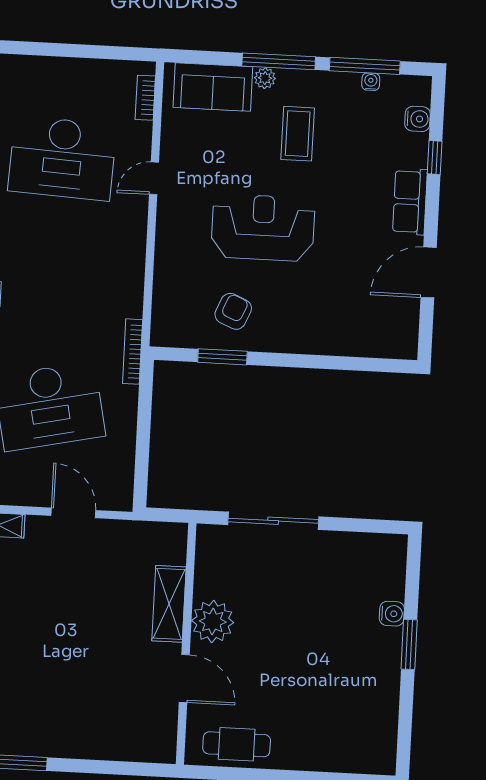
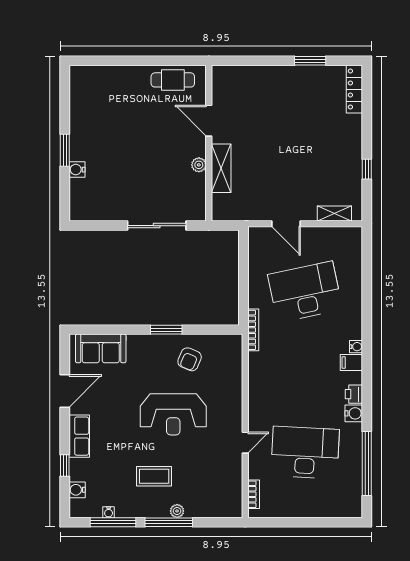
sofa: (213, 87) -> (101, 348), moved, turned 180
coffee table: (298, 134) -> (154, 476), turned 90
window: (222, 357) -> (166, 330), moved
plant: (213, 622) -> (199, 165), width x0.53, depth x0.53

